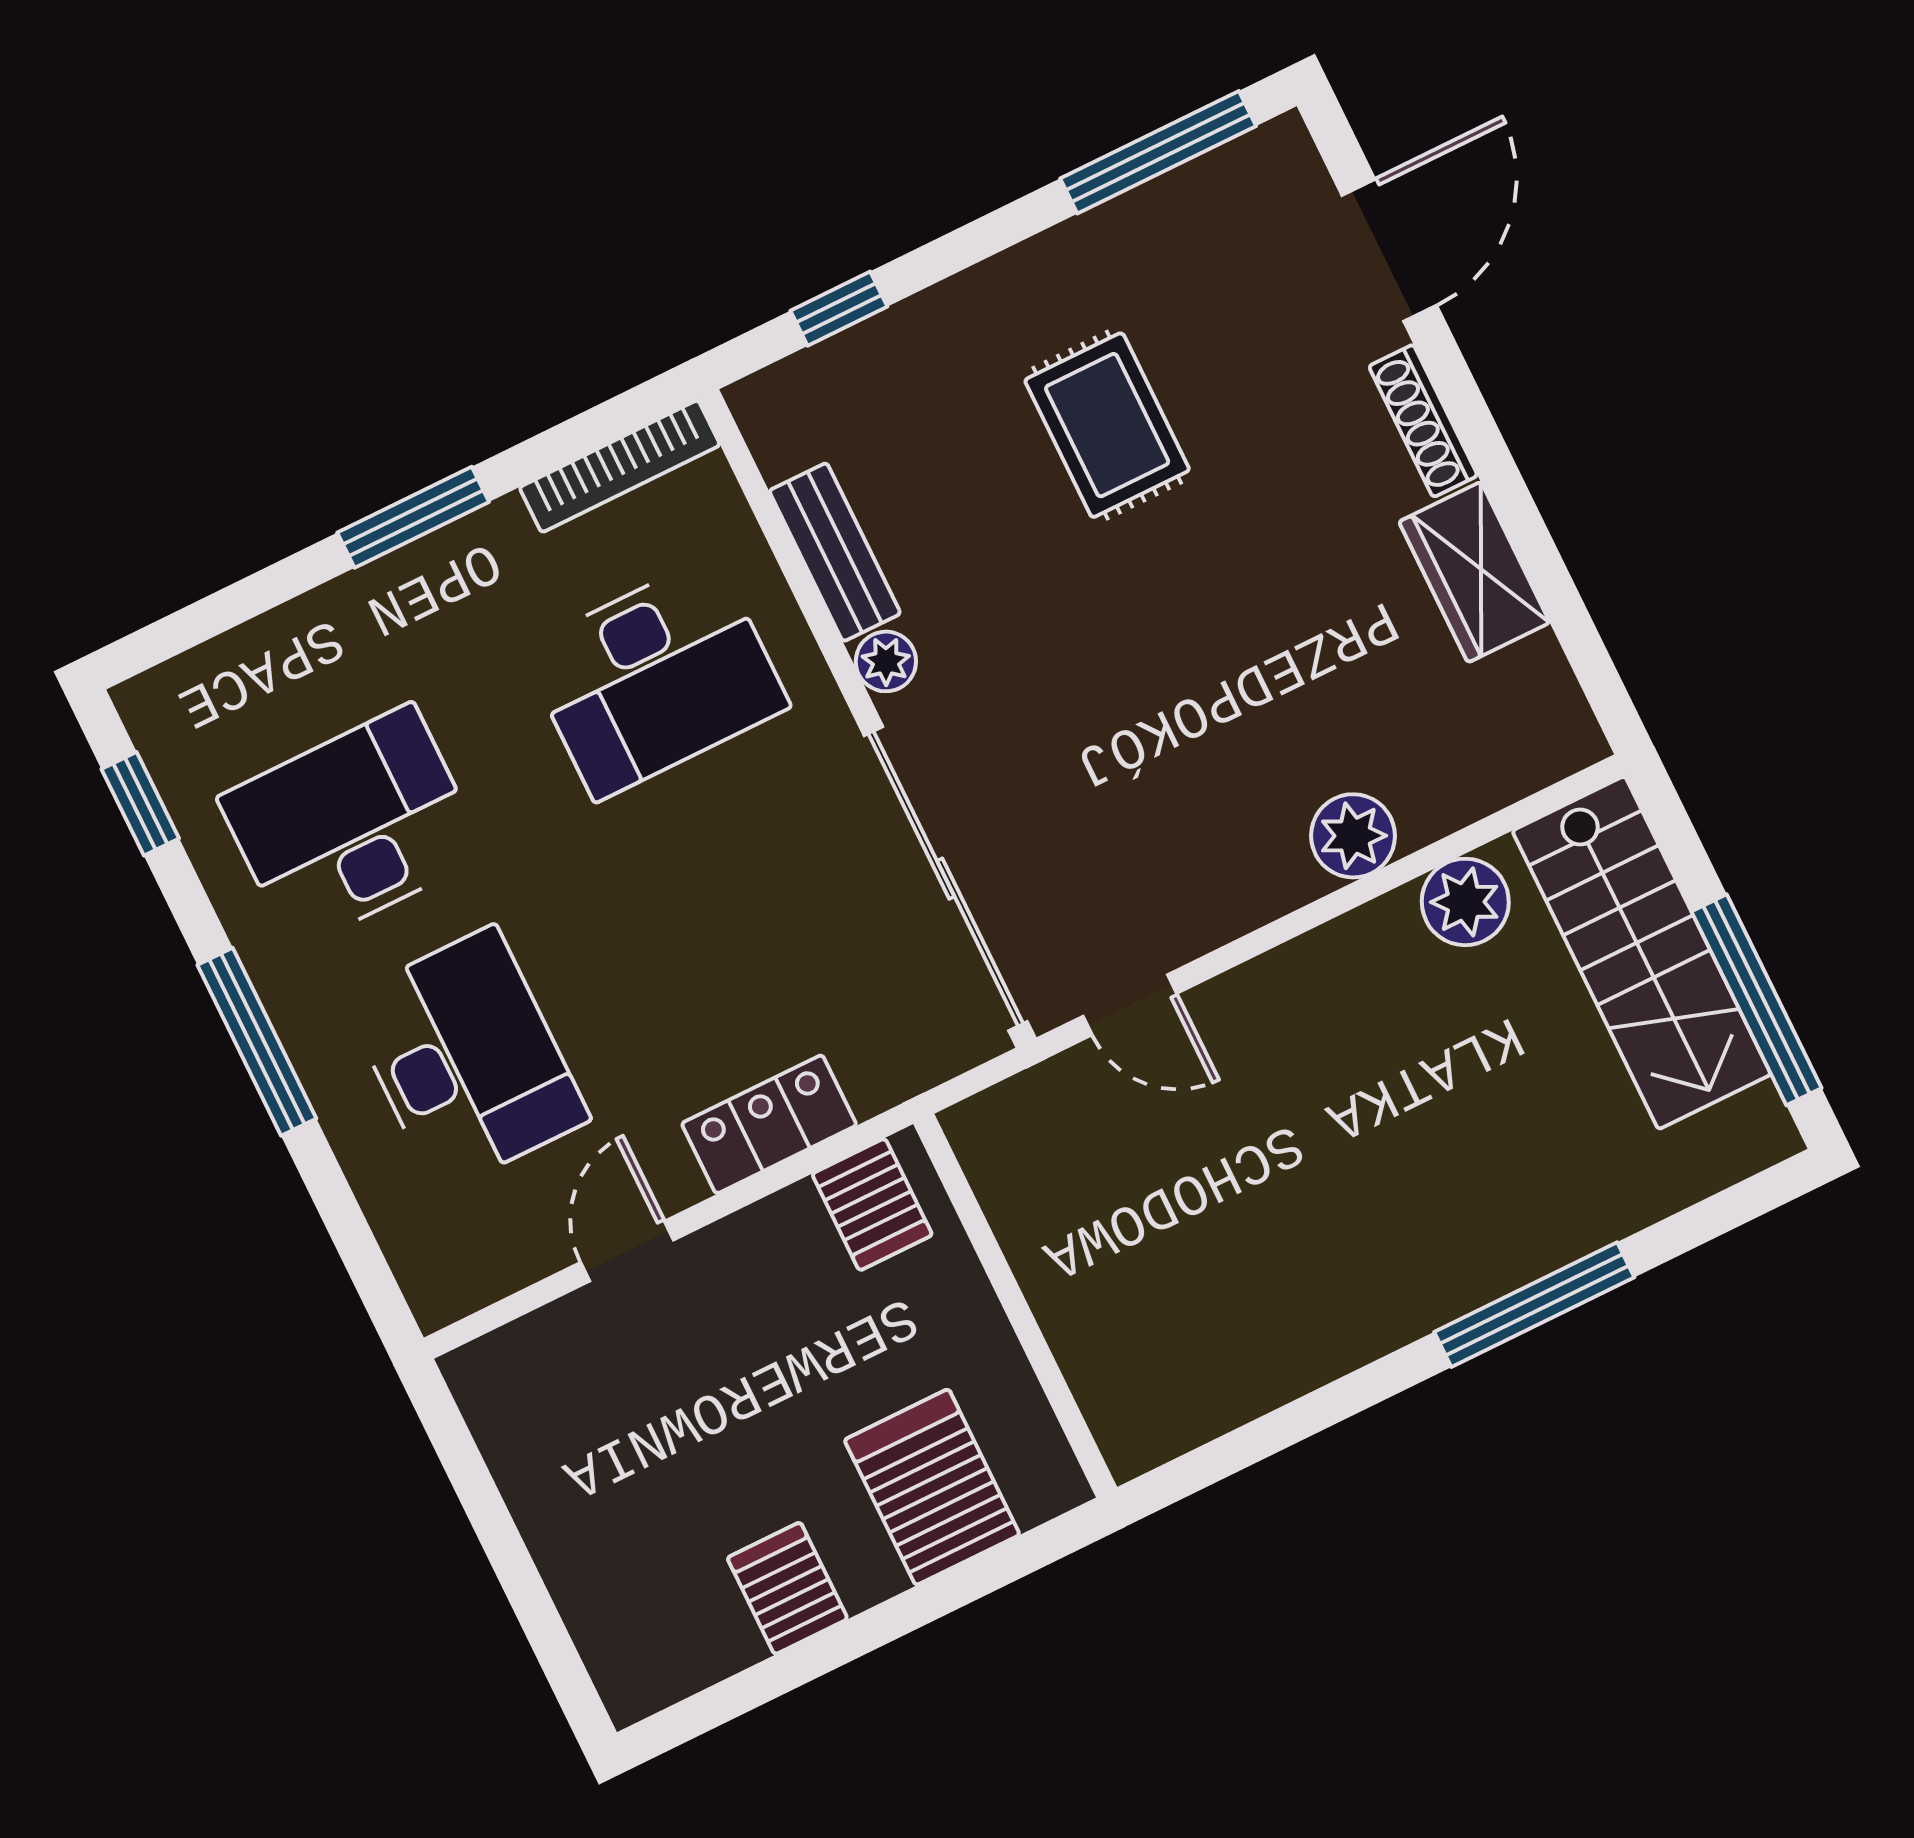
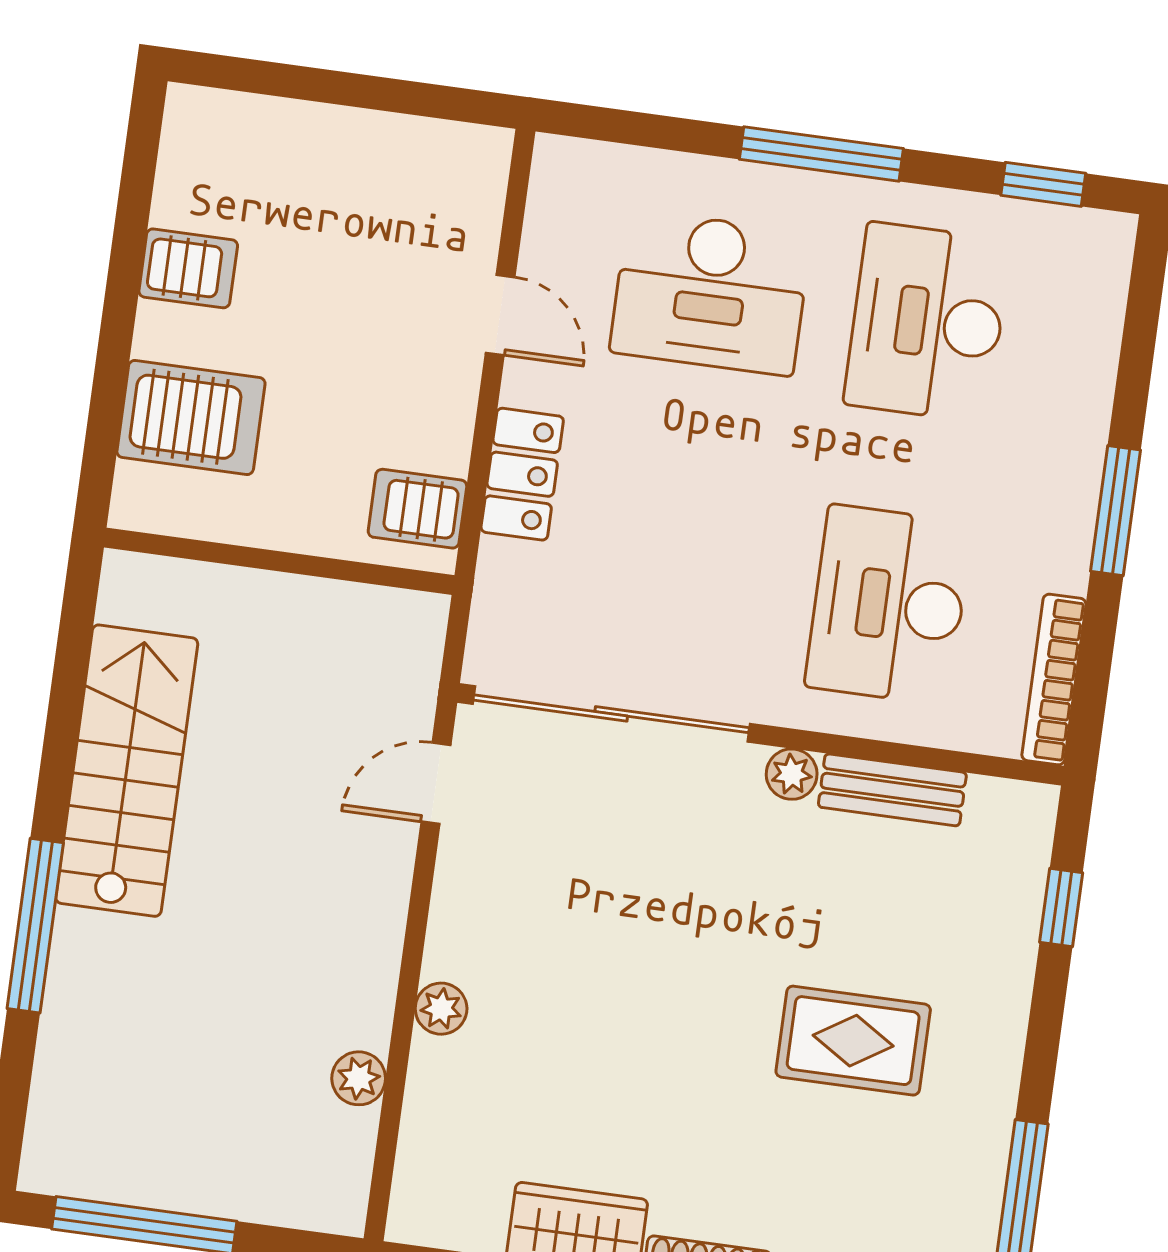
desk: (352, 826) -> (927, 322), turned 180
plant: (1353, 836) -> (441, 1009), width x0.73, depth x0.73
plant: (1465, 902) -> (359, 1078), width x0.73, depth x0.73
stairs: (1642, 953) -> (127, 771), moved, turned 90

